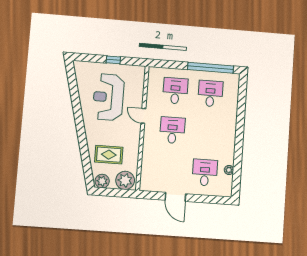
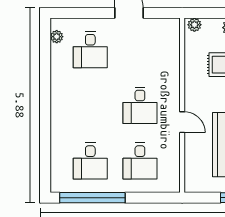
plant: (229, 170) -> (57, 37), moved
plant: (125, 180) -> (194, 25), width x0.53, depth x0.53

